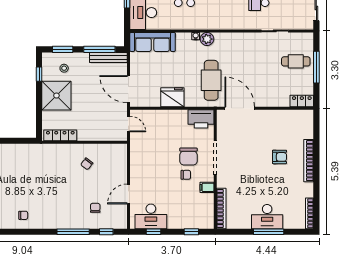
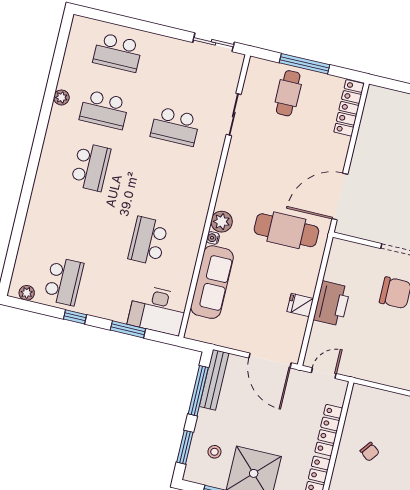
sofa: (153, 42) -> (212, 282), moved
door: (128, 89) -> (270, 360), hinge flipped
fridge: (172, 97) -> (300, 305), width x0.53, depth x0.75
locker: (302, 101) -> (349, 108), width x1.53
printer: (201, 119) -> (332, 303), moved
locker: (94, 135) -> (329, 430), added

